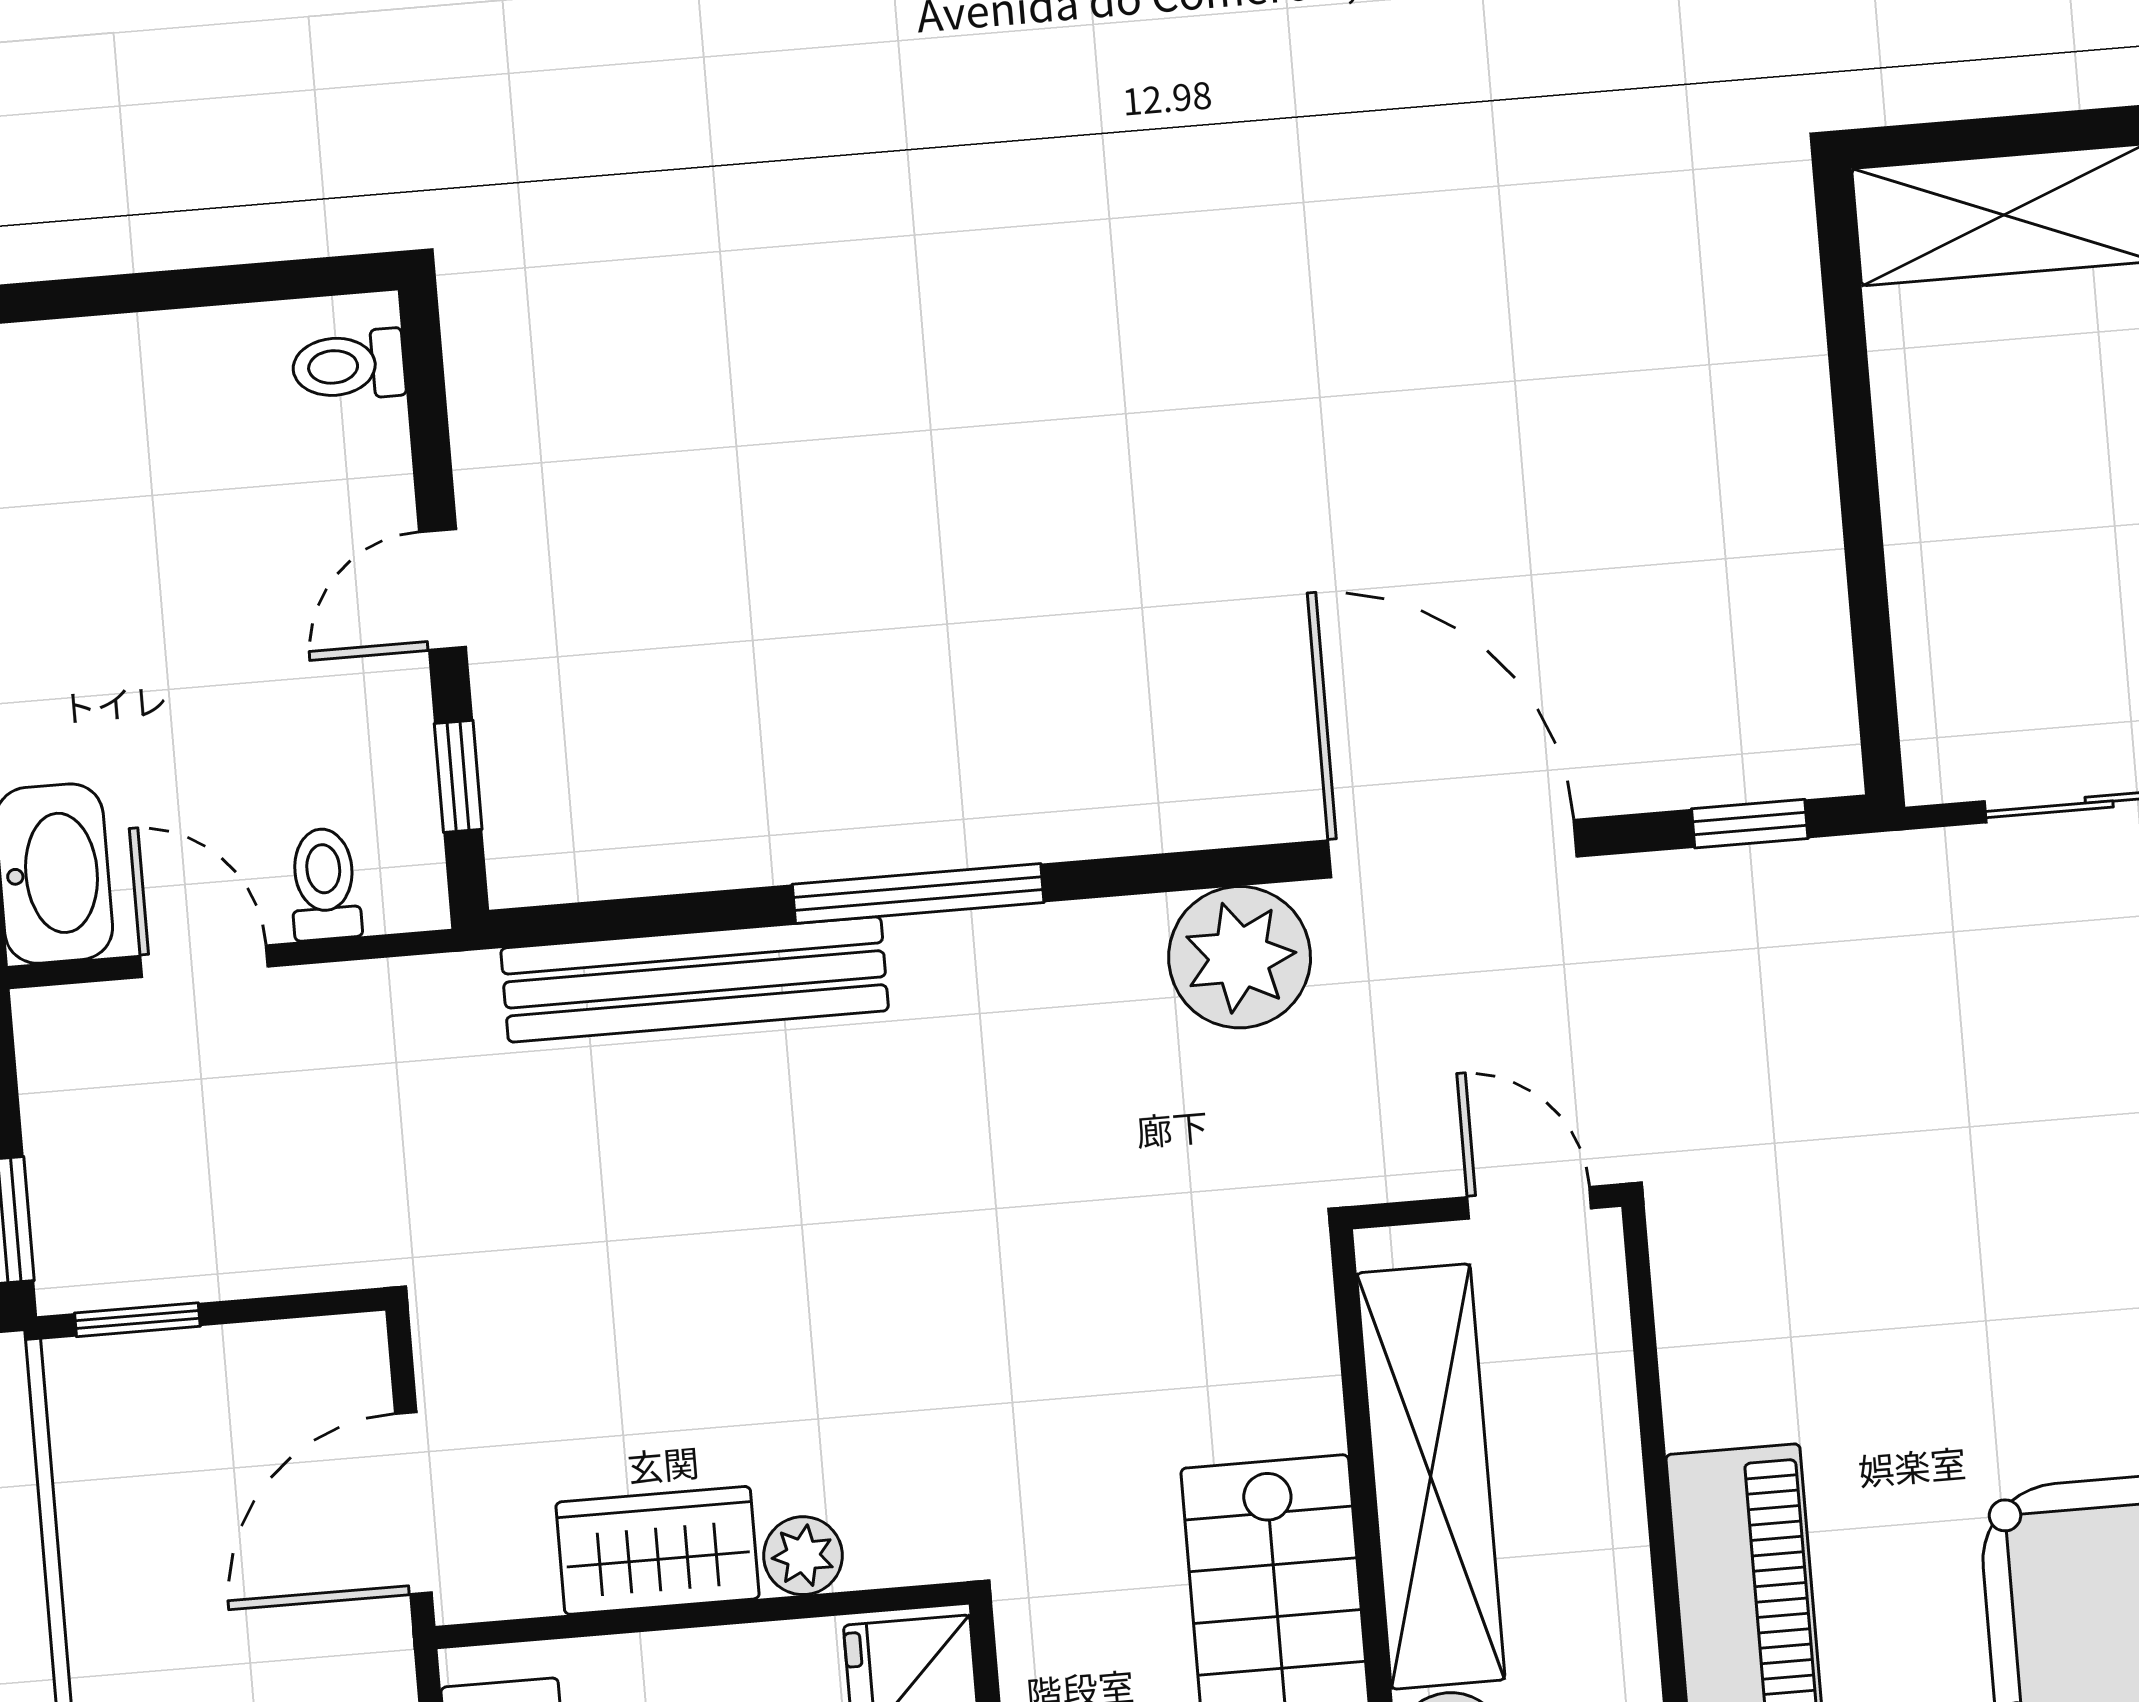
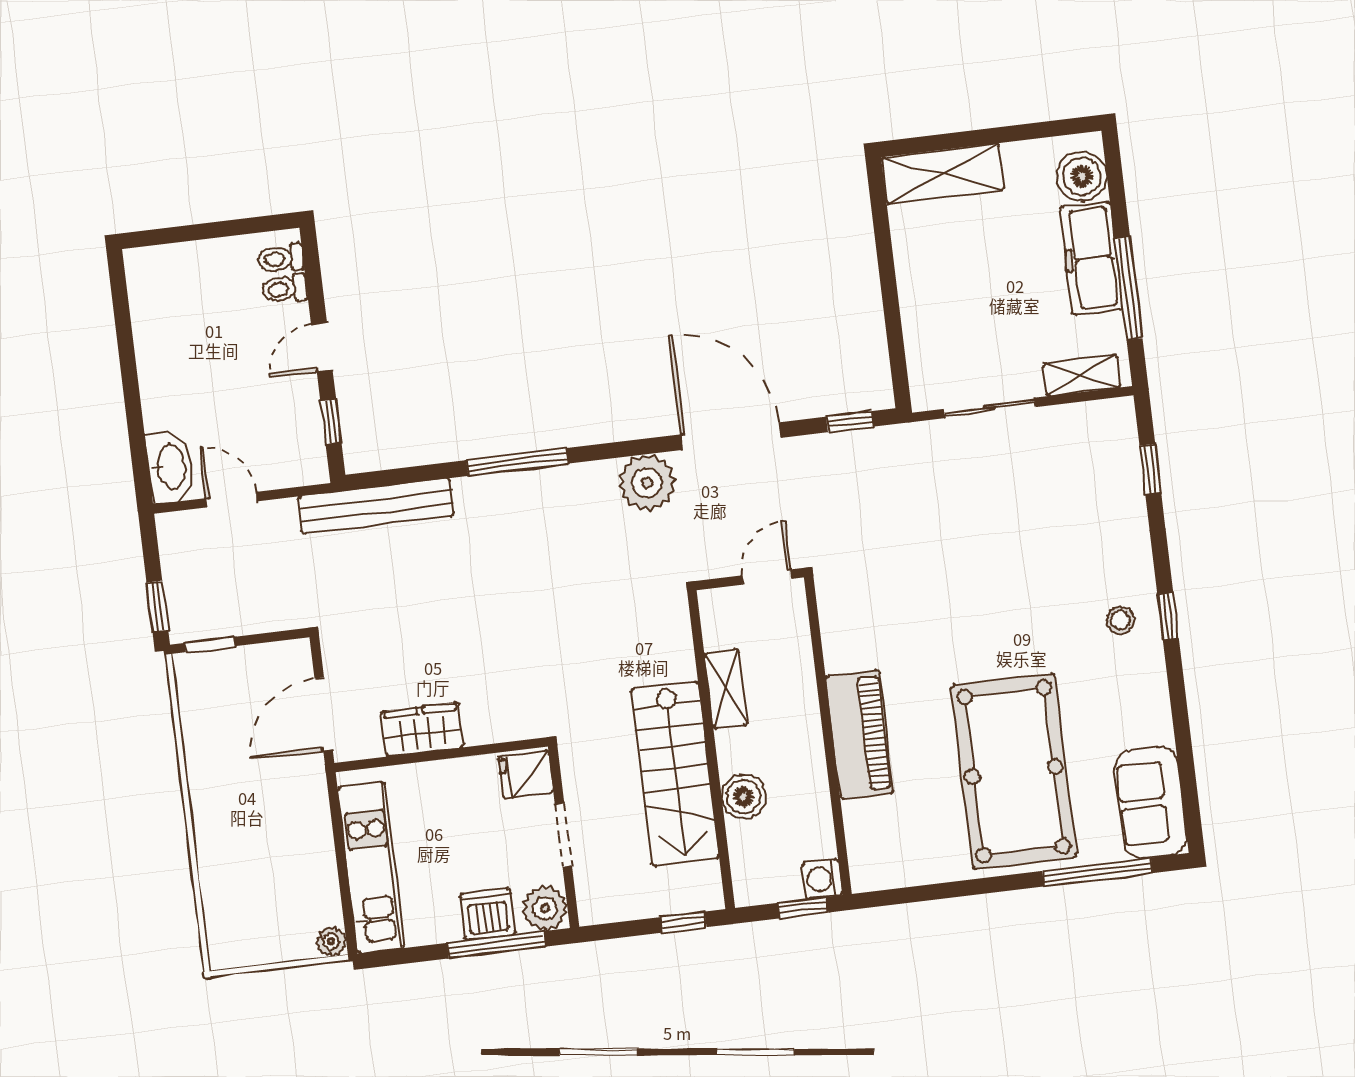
toilet: (325, 884) -> (285, 289), moved, turned -90
bench: (695, 979) -> (376, 506), moved
door: (1529, 1203) -> (767, 577), hinge flipped
shelving: (1431, 1476) -> (726, 689), width x0.45, depth x0.75
plant: (803, 1556) -> (481, 729), removed

